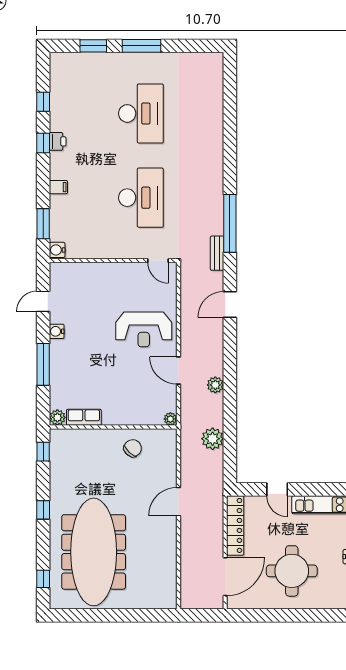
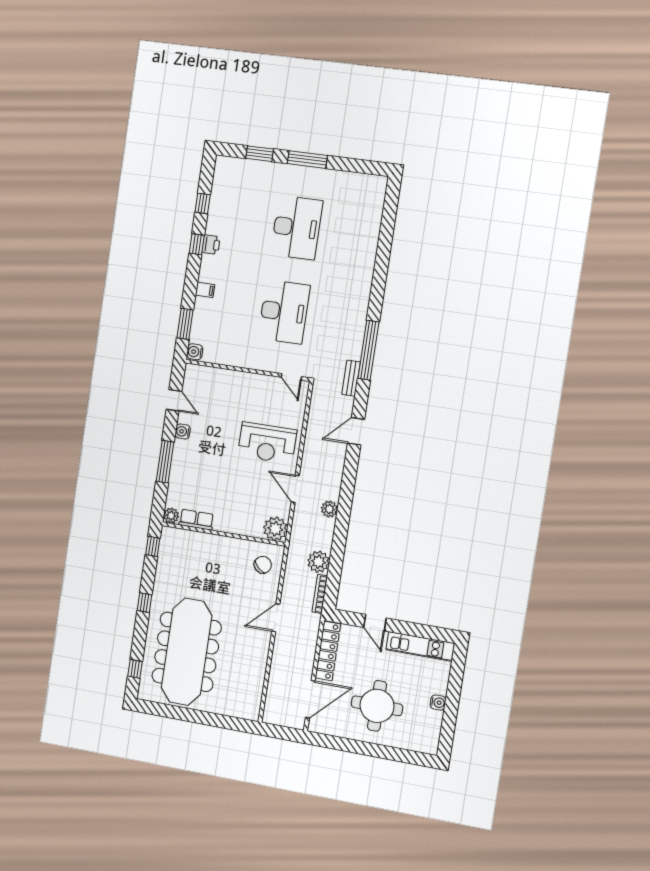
door: (43, 301) -> (174, 400), swing flipped
plant: (170, 419) -> (275, 529), width x1.87, depth x1.87
chair: (133, 448) -> (263, 565), moved
bookcase: (219, 470) -> (320, 594), added

